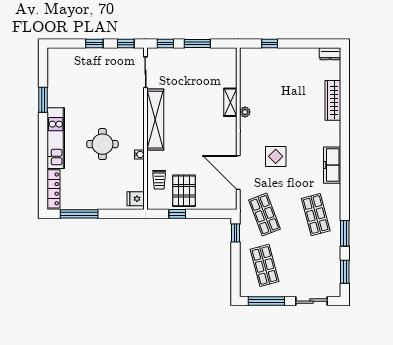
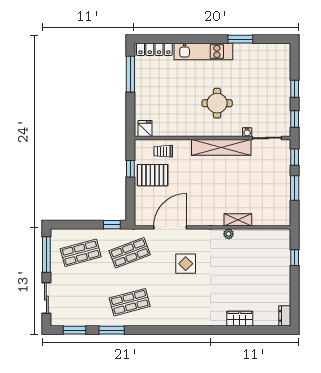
wardrobe: (333, 100) -> (240, 319), width x0.67
round table: (102, 144) -> (217, 103), moved
water cooler: (139, 154) -> (247, 132), moved
freezer: (332, 165) -> (177, 318), removed

